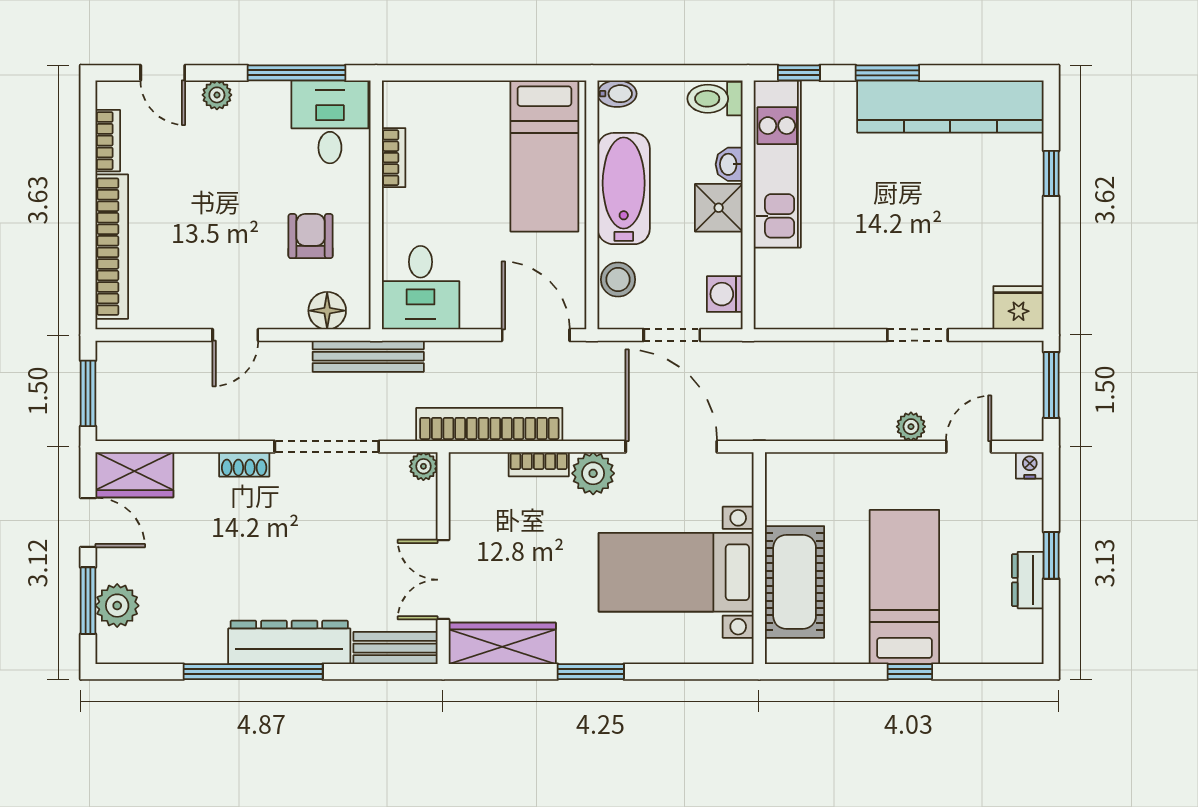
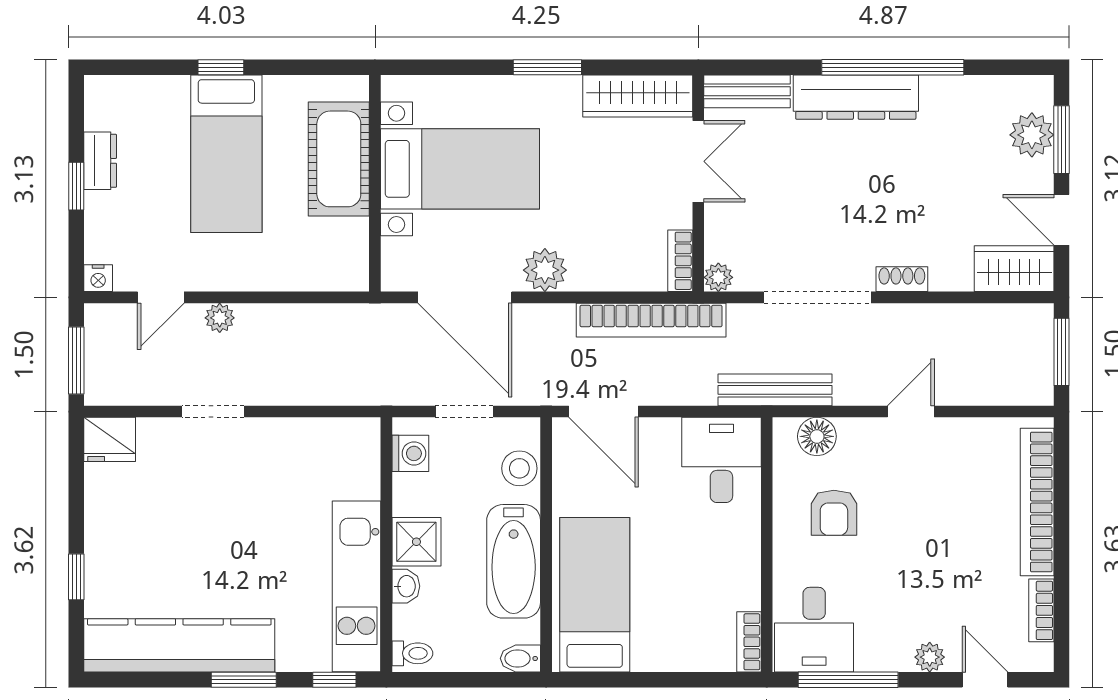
toilet: (715, 99) -> (412, 653), width x0.73, depth x0.72
bookcase: (394, 158) -> (749, 642), moved
bookcase: (539, 464) -> (680, 261), moved, turned -90

